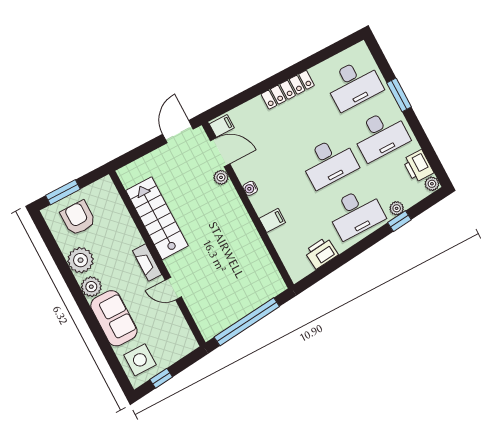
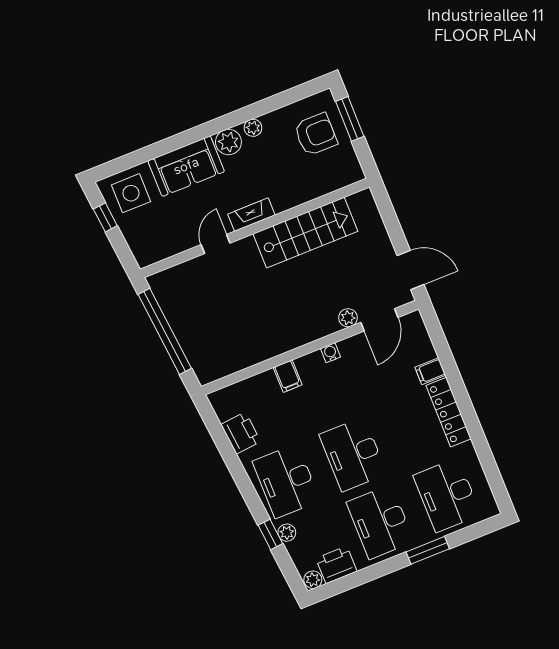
filing cabinet: (222, 126) -> (430, 371), moved, turned 90
plant: (81, 260) -> (253, 128), width x0.53, depth x0.53

